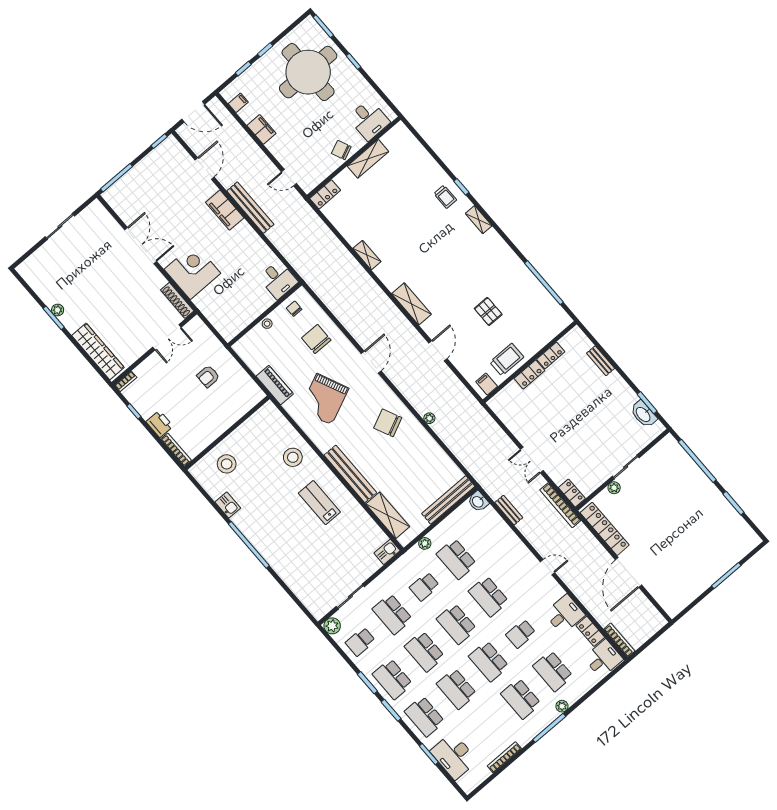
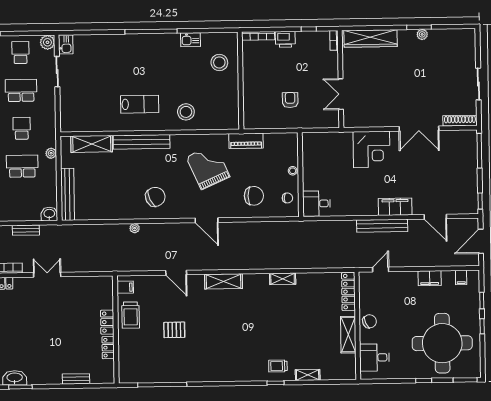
locker: (325, 194) -> (348, 292), width x1.53
shelving: (479, 220) -> (308, 375), moved
shoe rack: (177, 300) -> (460, 121), moved
kitchen sink: (387, 552) -> (66, 44), moved

